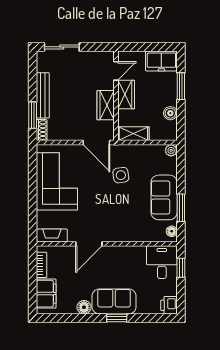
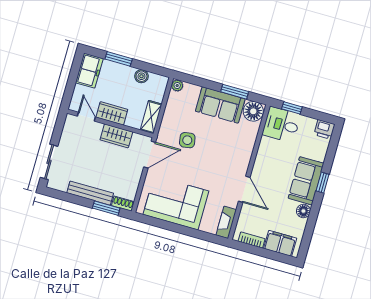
floor lamp: (172, 231) -> (253, 111), width x1.89, depth x1.89

